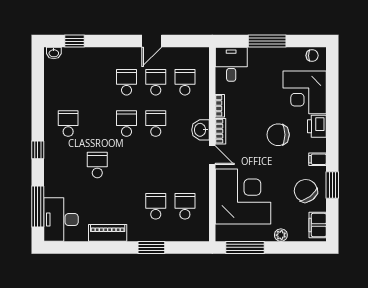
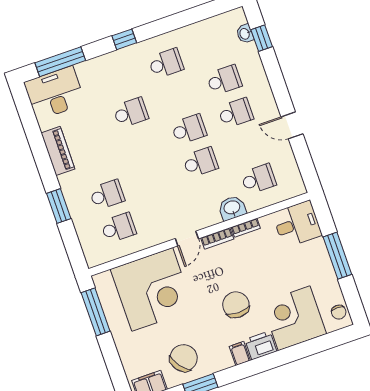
washbasin: (54, 53) -> (245, 34), moved
school desk: (156, 82) -> (224, 80), moved
washbasin: (201, 130) -> (232, 208), moved
filing cabinet: (318, 159) -> (240, 353), moved
plant: (281, 235) -> (124, 347), removed

